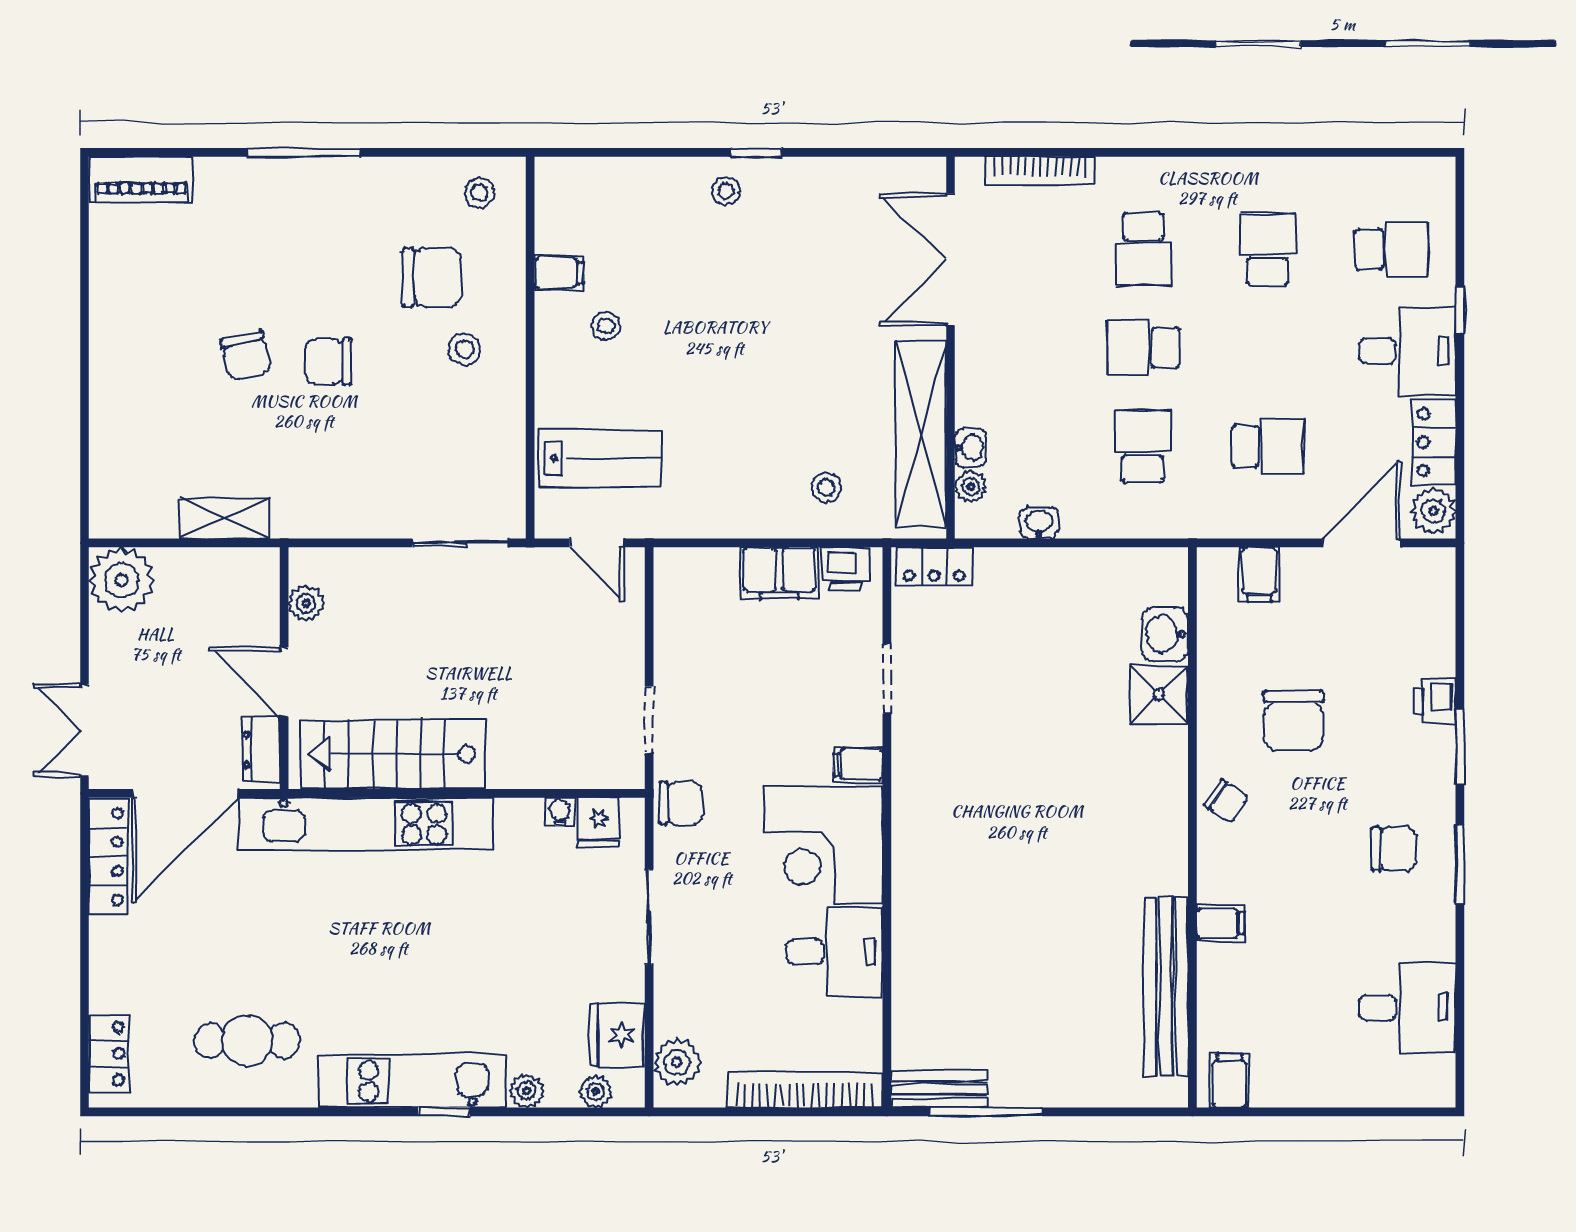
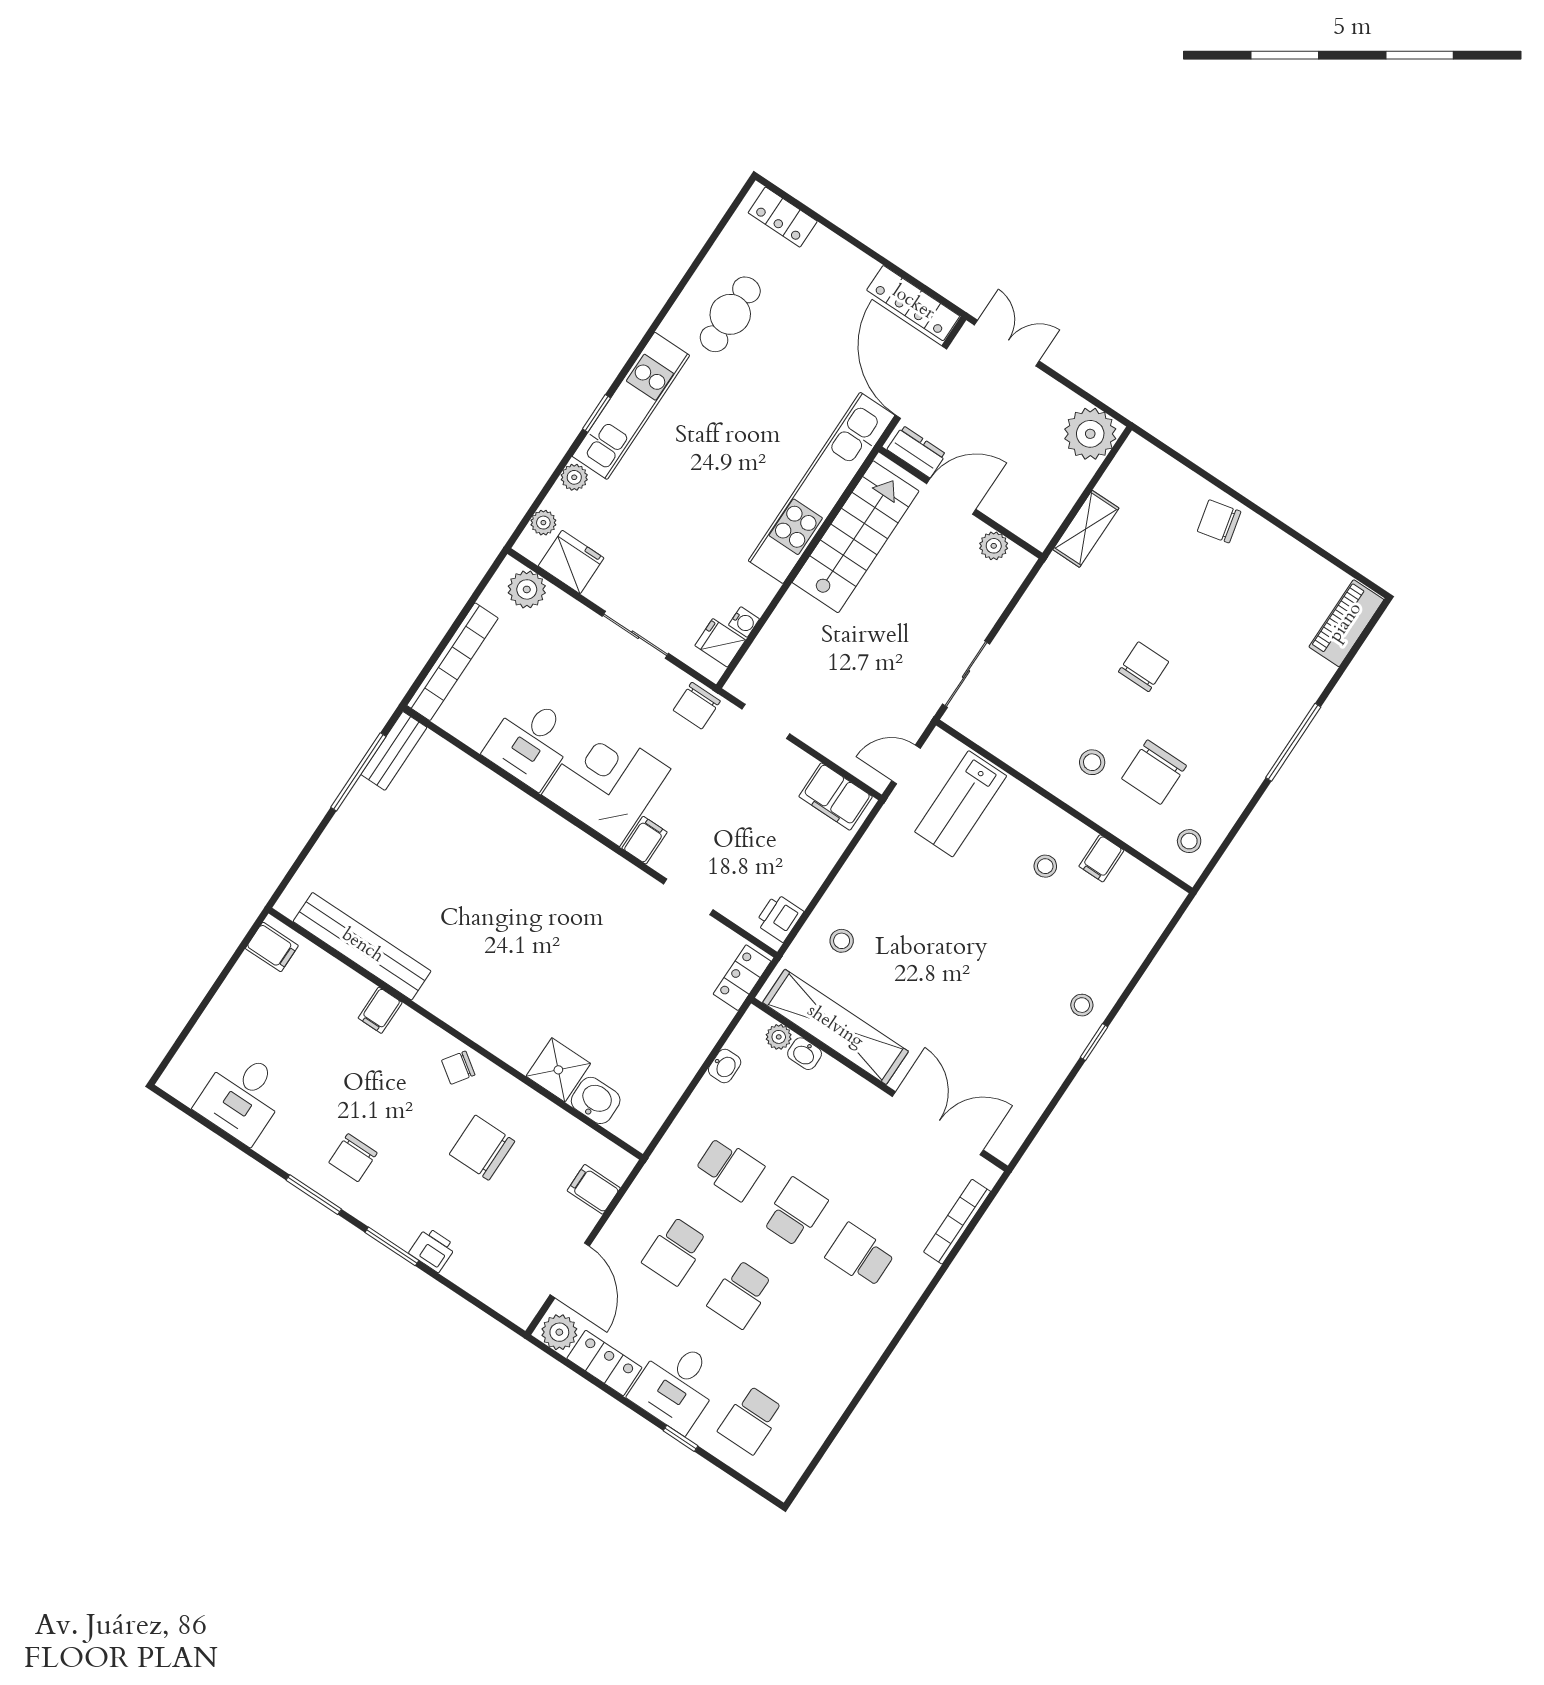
school desk: (1267, 249) -> (740, 1294), moved, turned 90
chair: (246, 355) -> (1219, 521), moved
filing cabinet: (779, 573) -> (836, 797), moved, turned -90

